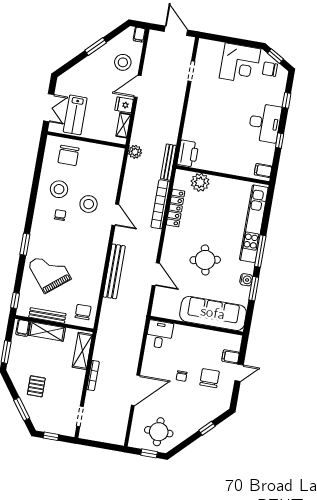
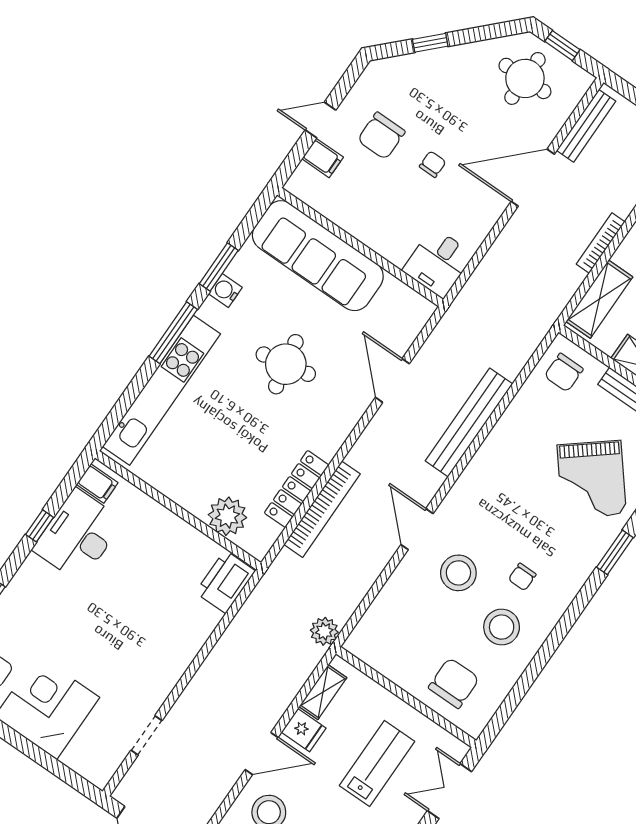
lab bench: (75, 115) -> (377, 764), moved
desk: (265, 123) -> (78, 535), moved
bench: (168, 162) -> (586, 126), moved

